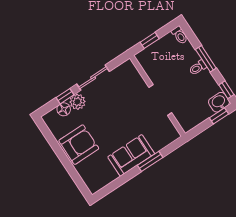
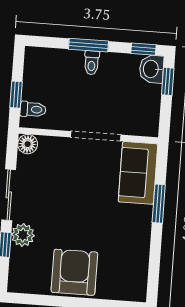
toilet: (180, 35) -> (33, 109), moved
floor lamp: (64, 109) -> (28, 144), moved
sofa: (131, 155) -> (138, 173), moved

